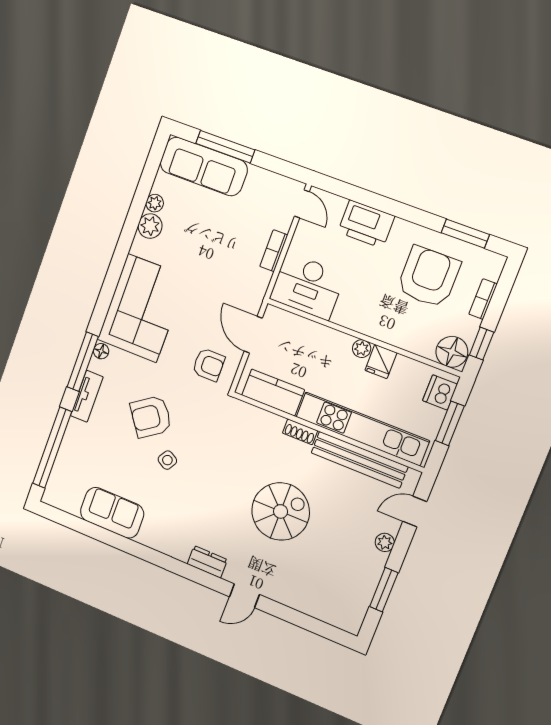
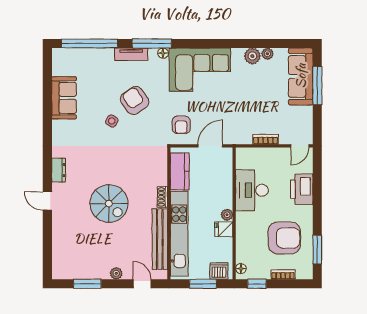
desk: (308, 286) -> (252, 190), moved
floor lamp: (452, 352) -> (241, 269), width x0.53, depth x0.53

